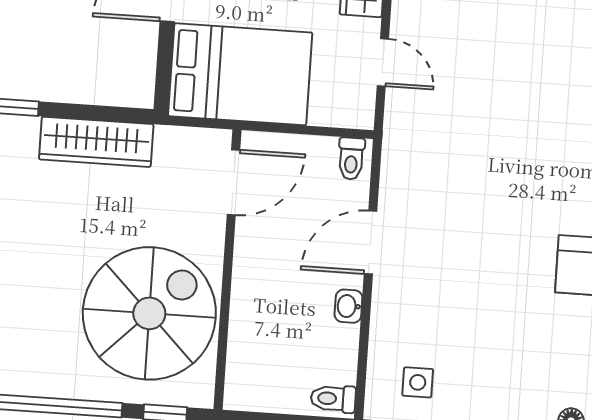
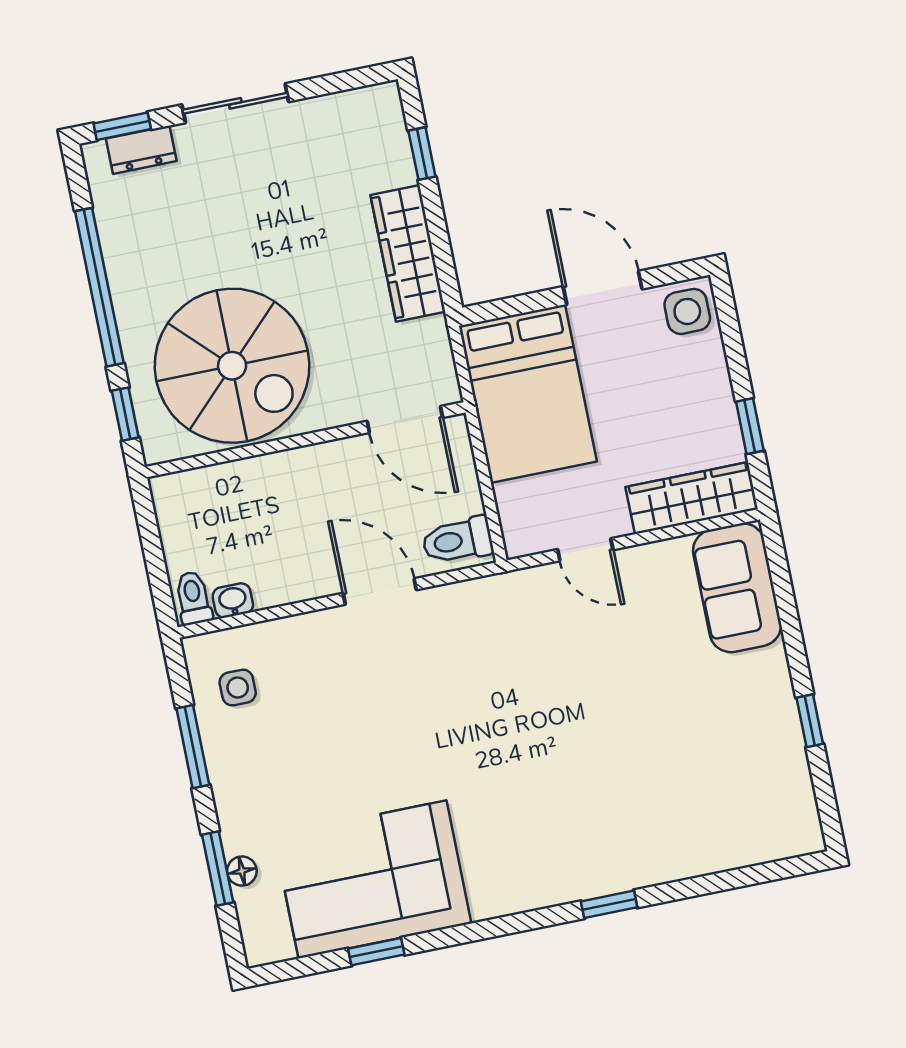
door: (383, 62) -> (585, 550), hinge flipped
toilet: (351, 159) -> (457, 540), width x1.37, depth x1.39
washbasin: (348, 306) -> (233, 600), moved

